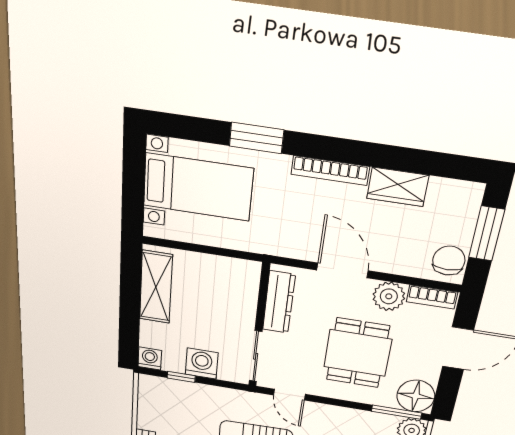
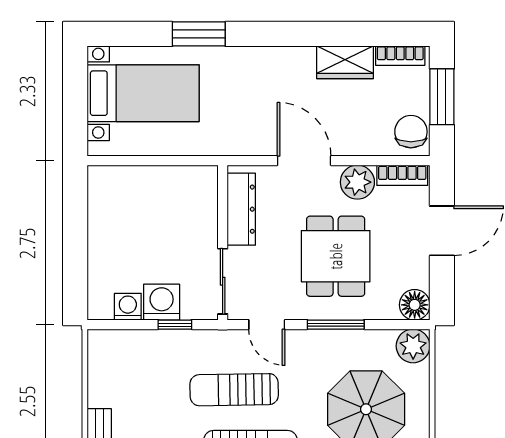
bookcase: (330, 170) -> (400, 56), moved, width x0.64
shelving: (156, 287) -> (104, 214), removed
washing machine: (150, 359) -> (128, 307), moved
window: (181, 377) -> (175, 325), moved
floor lamp: (416, 396) -> (415, 305), width x0.73, depth x0.73
window: (397, 412) -> (336, 325), moved

